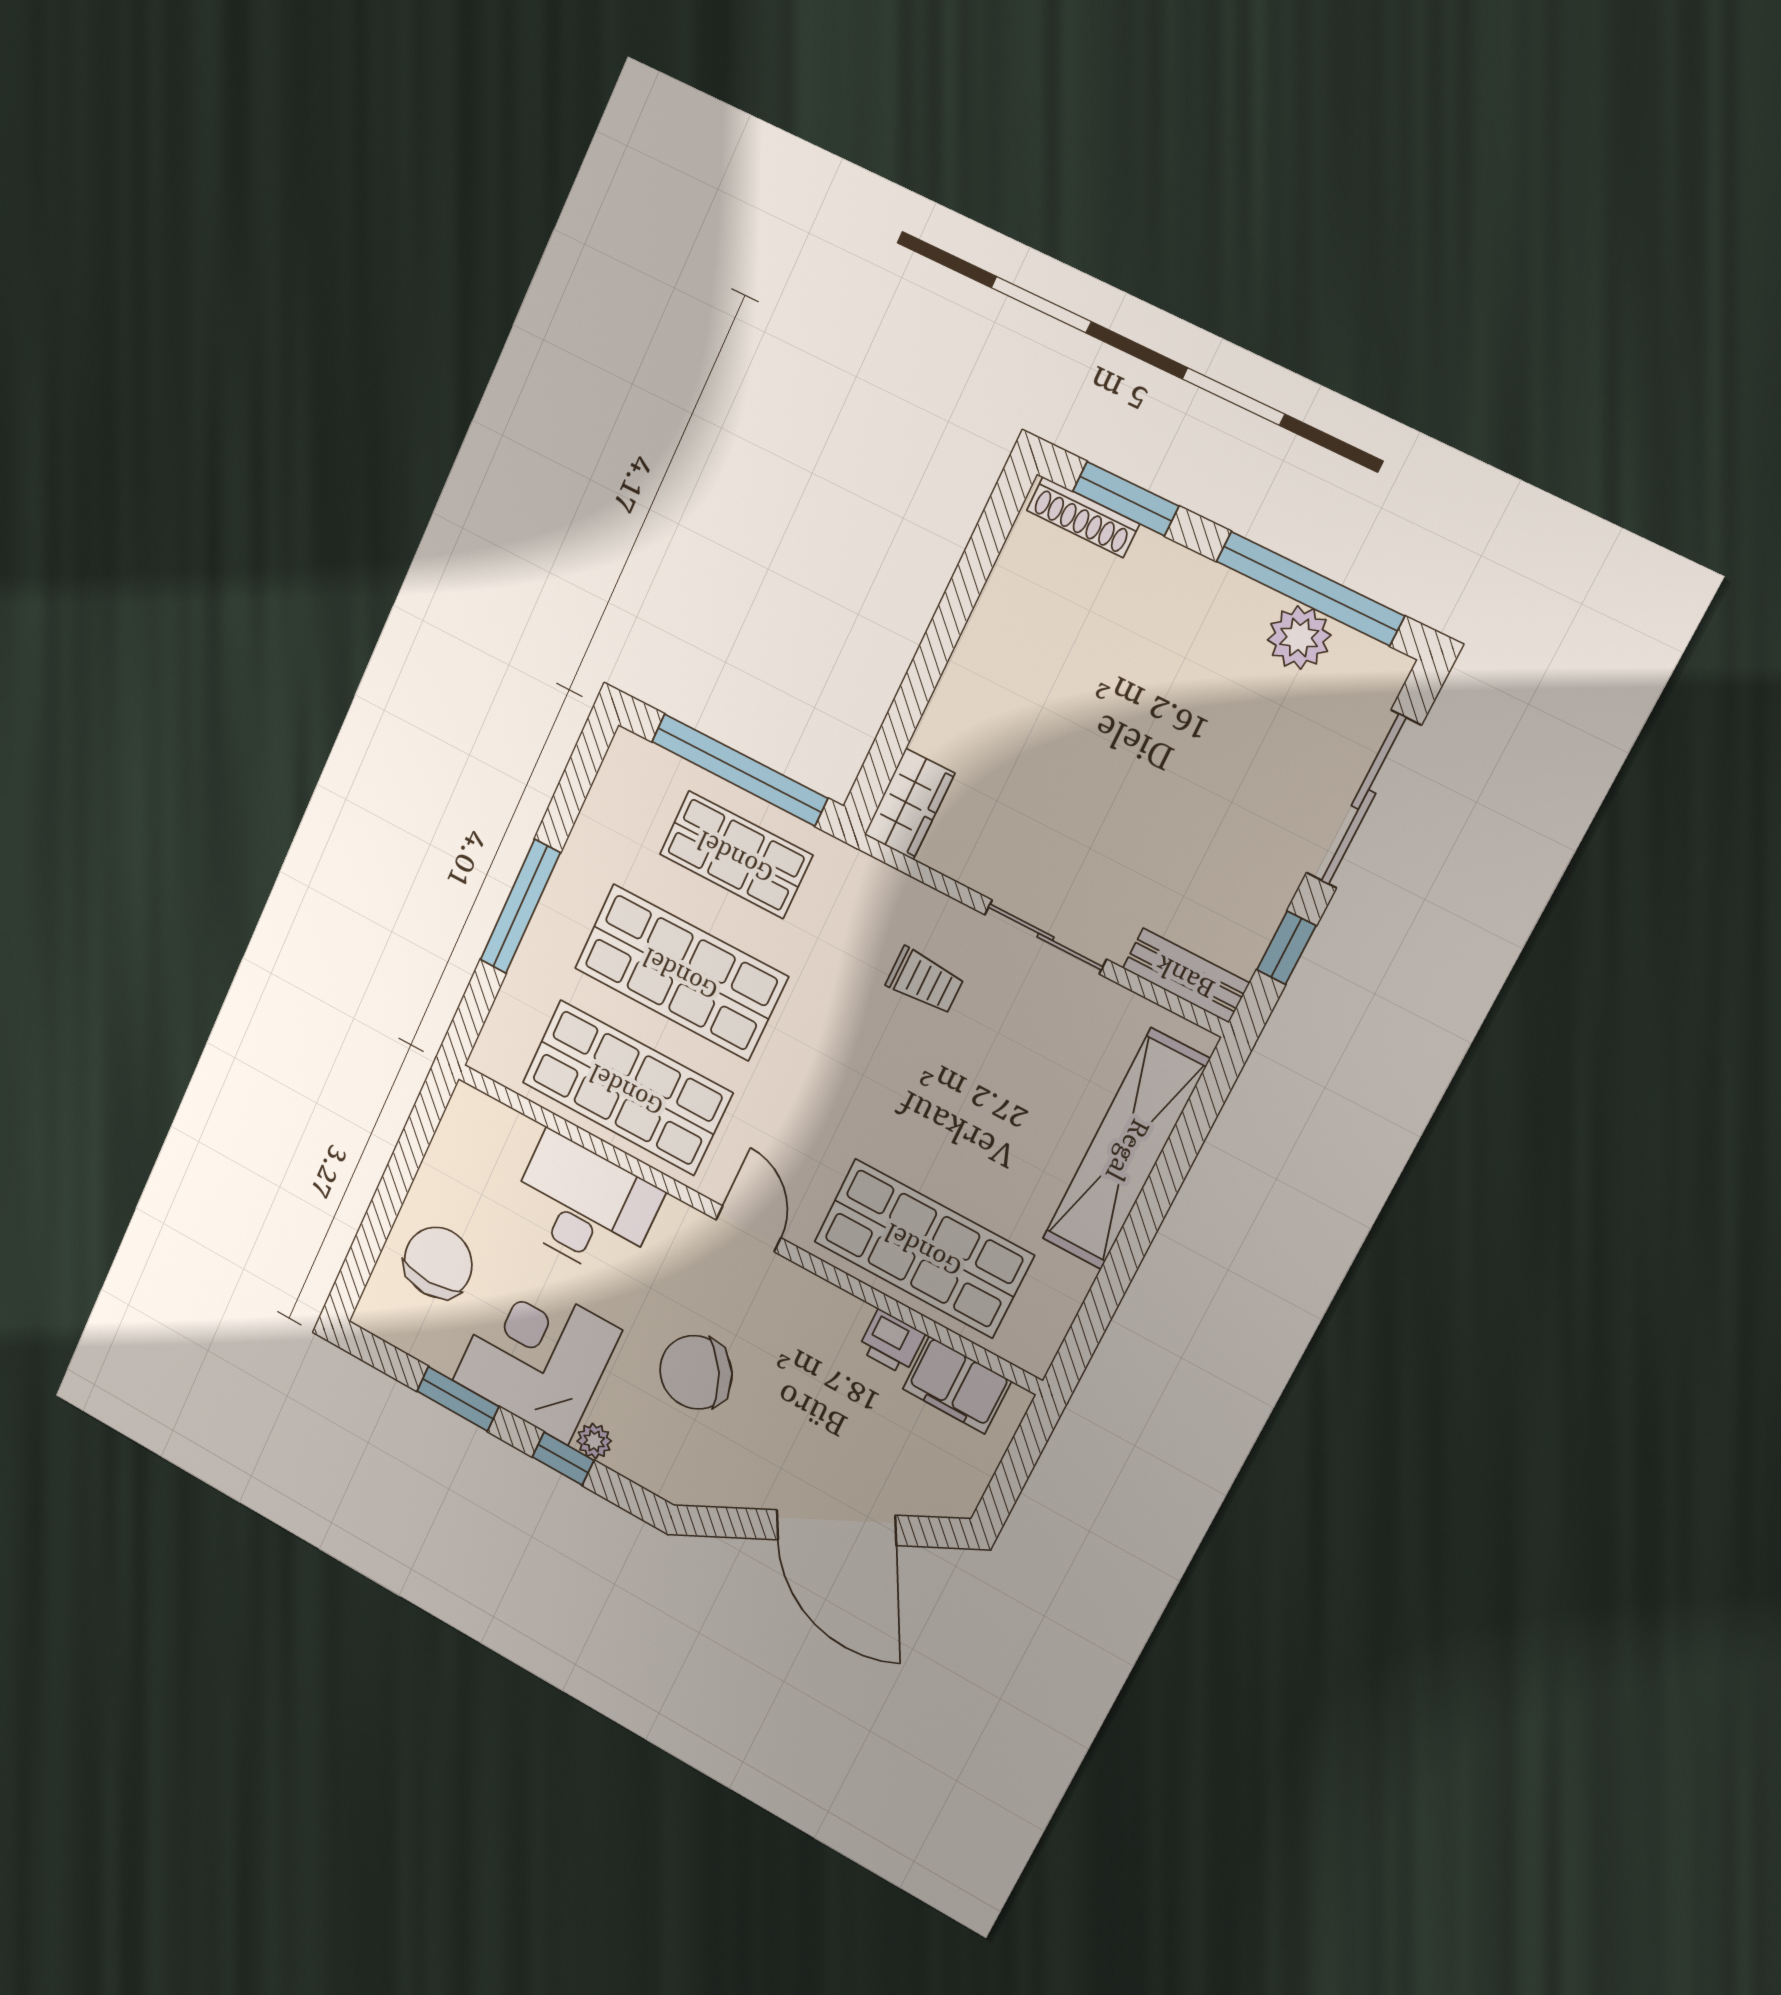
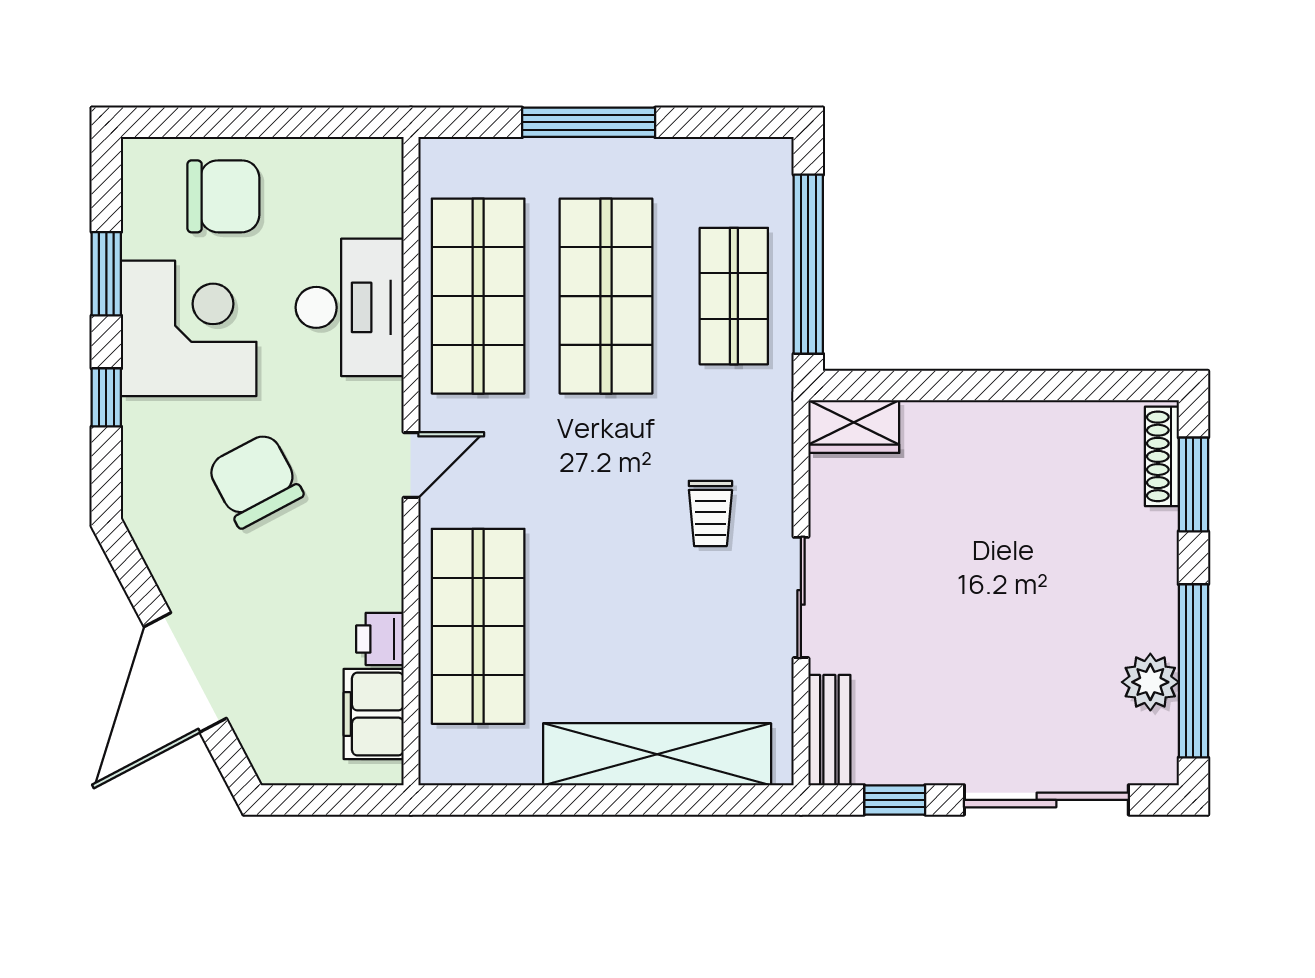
plant: (594, 1441) -> (139, 418), removed

